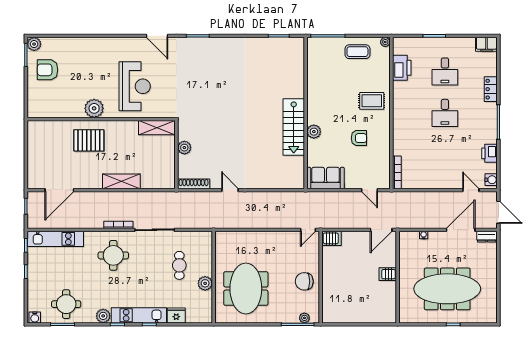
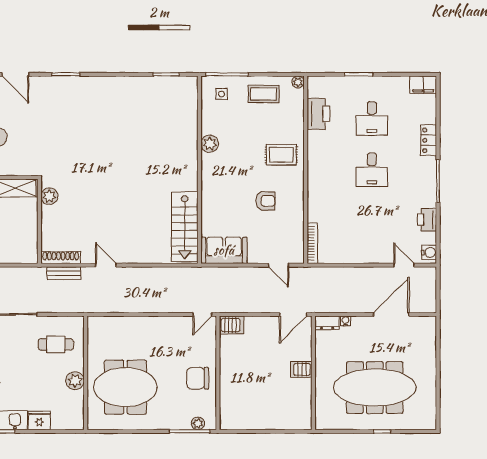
side table: (323, 52) -> (222, 94), added
stairs: (294, 127) -> (185, 227), moved
plant: (314, 132) -> (210, 144), moved
plant: (184, 148) -> (49, 196), moved
bench: (196, 196) -> (64, 273), added
door: (498, 212) -> (438, 293), removed
dresser: (487, 237) -> (327, 323), moved
cafe table: (179, 265) -> (56, 344), moved, turned 90
meeting table: (246, 289) -> (125, 387), turned 90

